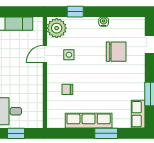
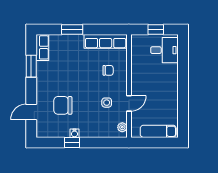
window: (75, 12) -> (72, 142), moved
plant: (57, 28) -> (122, 127), width x0.53, depth x0.53
row of seats: (89, 121) -> (106, 41), moved

